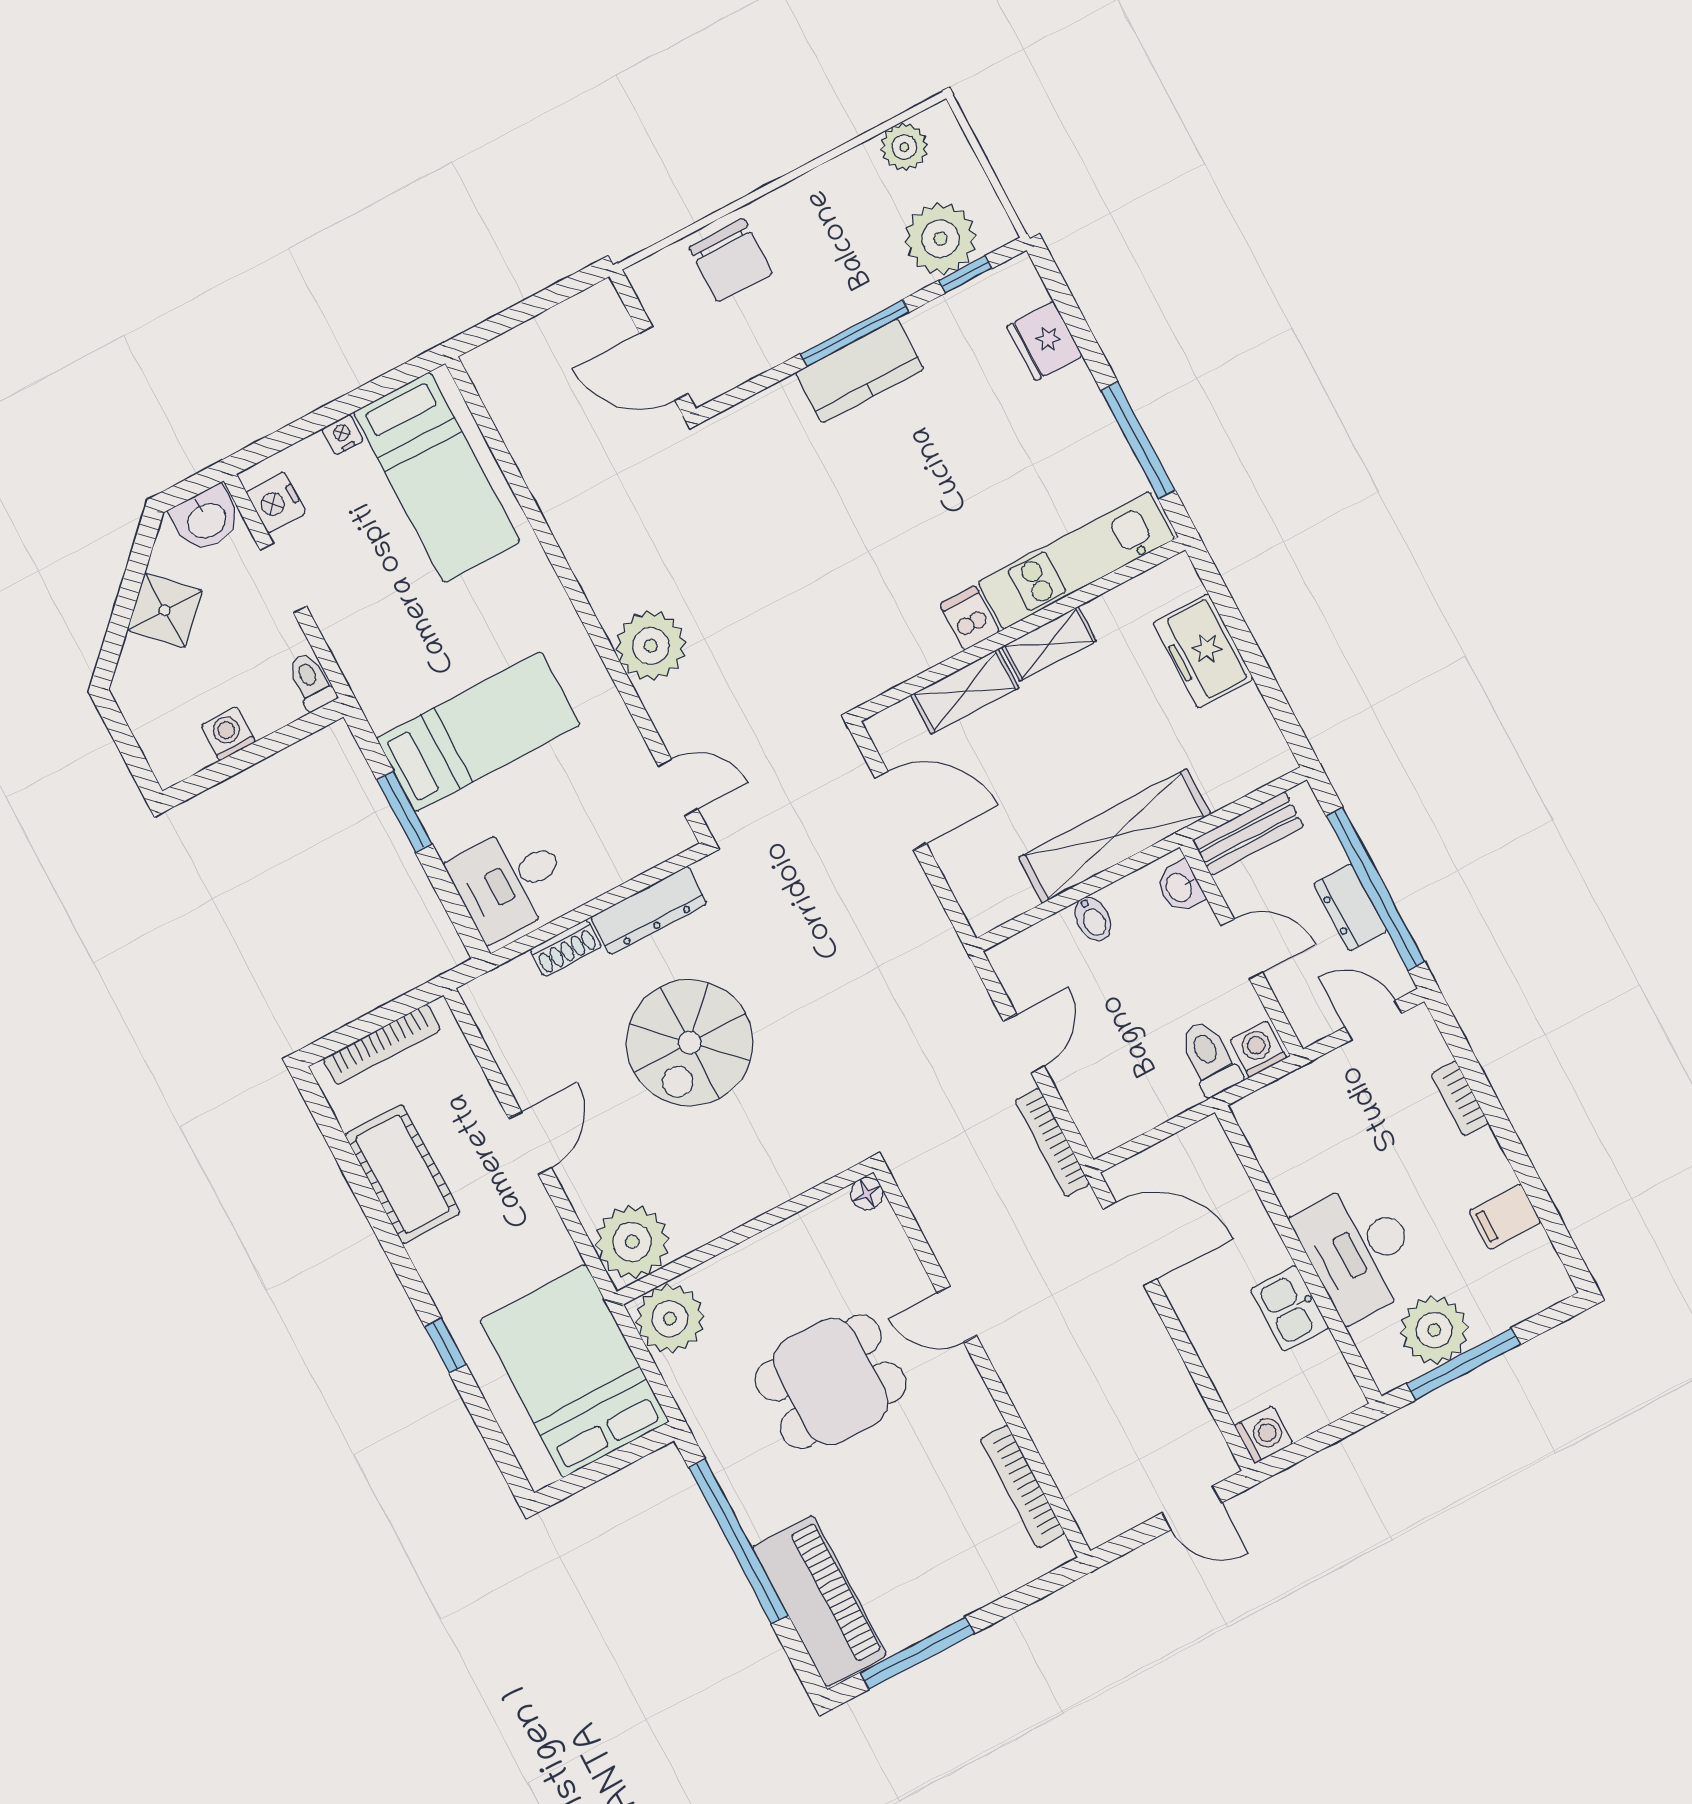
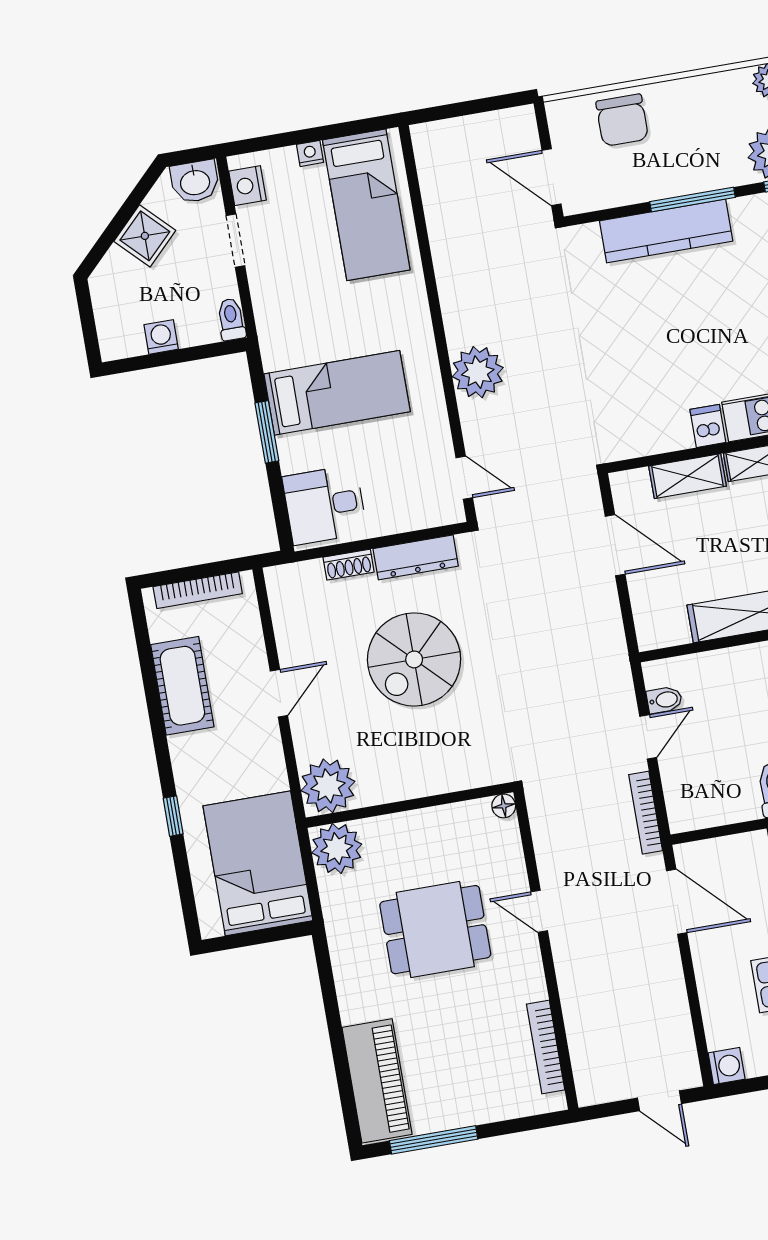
kitchen counter: (860, 371) -> (666, 231), width x1.50
bidet: (1093, 919) -> (664, 700), moved, turned -90
window: (738, 1541) -> (334, 1020), removed

